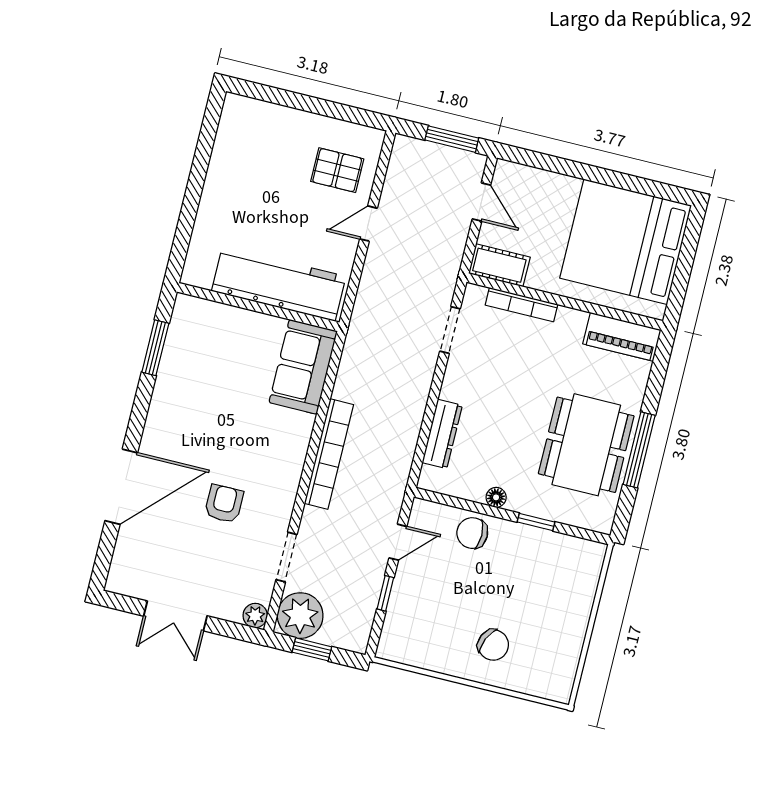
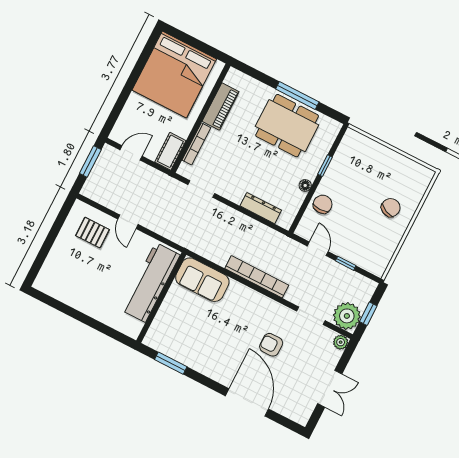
pallet: (337, 170) -> (92, 233), turned 90
piano: (622, 337) -> (221, 106), moved
chair: (472, 533) -> (323, 204), turned 180

